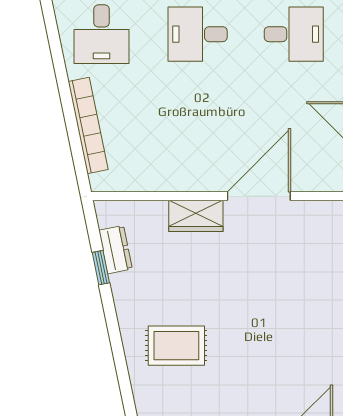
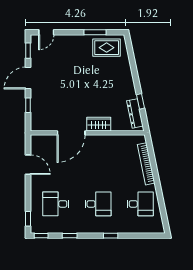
desk: (102, 34) -> (140, 204), turned 90
dresser: (116, 250) -> (135, 113), width x1.44
rug: (176, 346) -> (107, 48), moved

